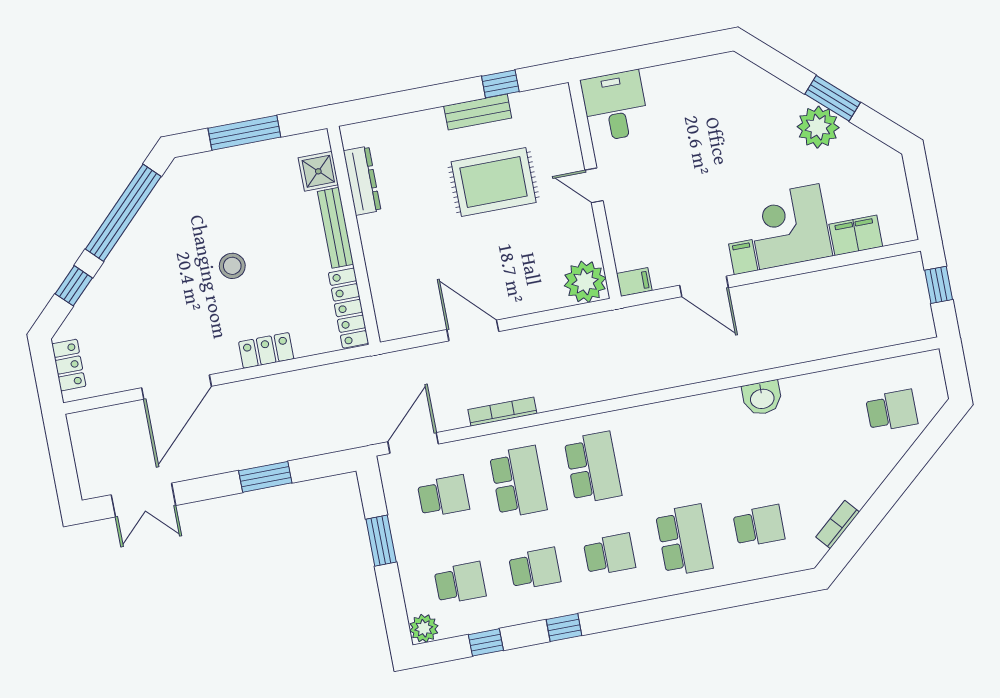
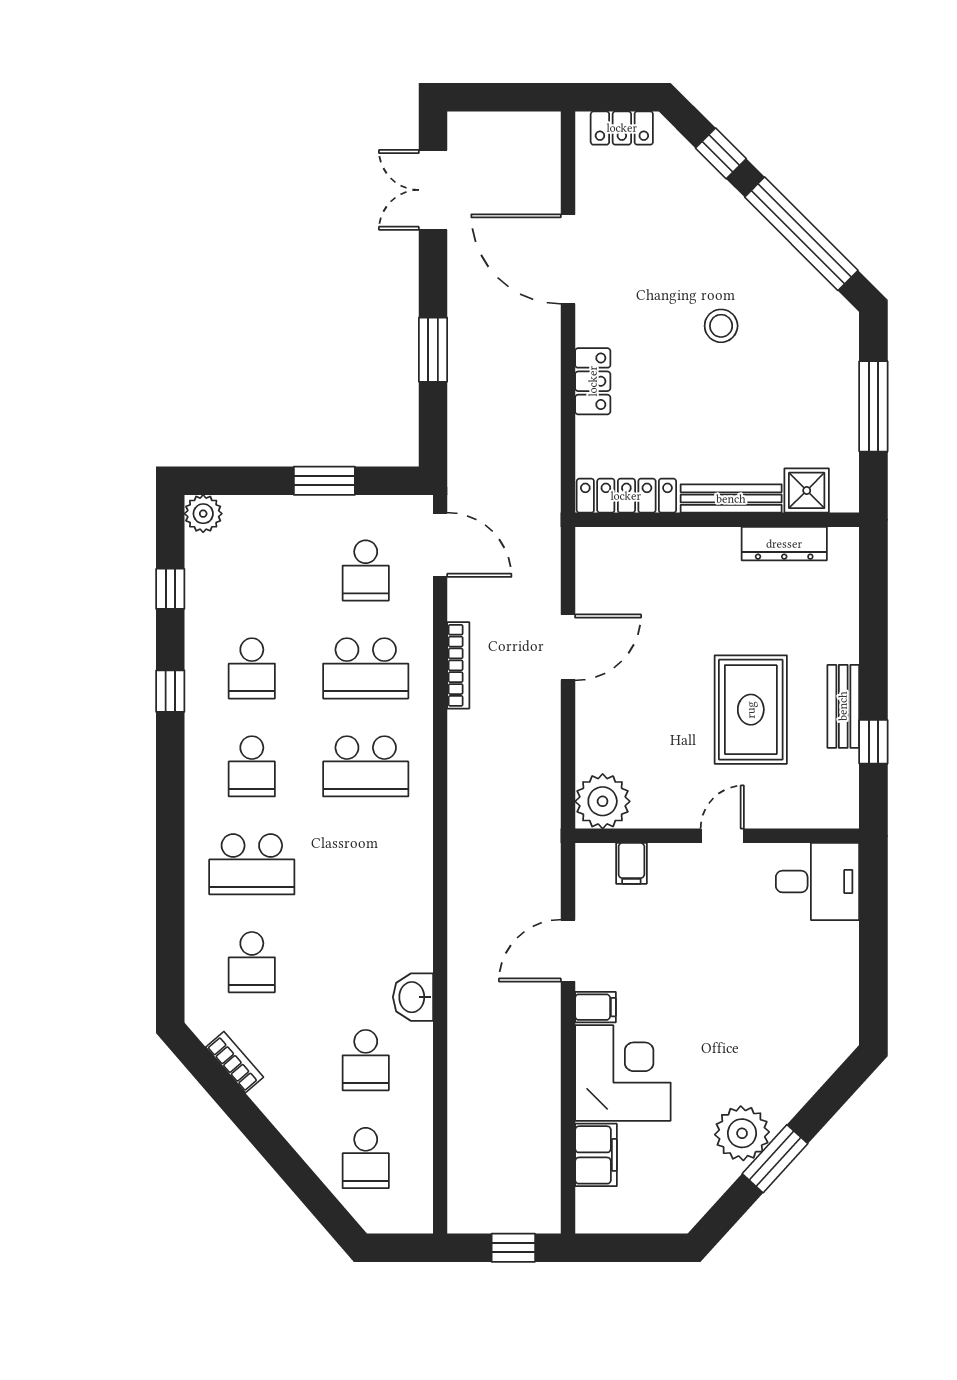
stool: (232, 266) -> (721, 326), moved
filing cabinet: (634, 282) -> (631, 863), moved
school desk: (460, 583) -> (366, 1060), moved

